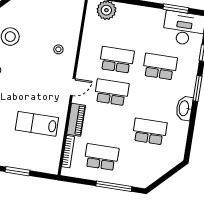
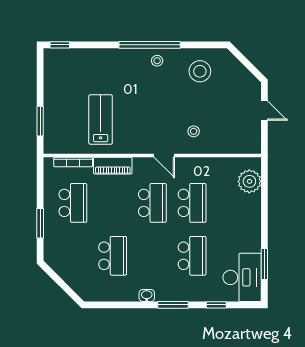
door: (73, 87) -> (164, 155), moved
washbasin: (184, 108) -> (147, 296), width x0.52, depth x0.69
window: (17, 171) -> (40, 121), moved
window: (114, 186) -> (40, 223), width x0.69

